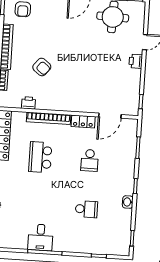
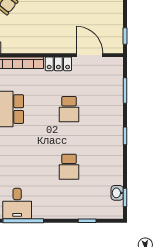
door: (110, 116) -> (89, 55), swing flipped
washbasin: (128, 202) -> (117, 193), moved
school desk: (86, 209) -> (69, 167), turned 90

